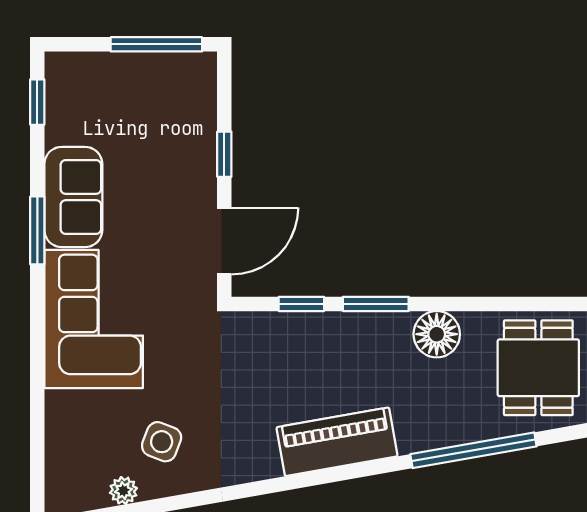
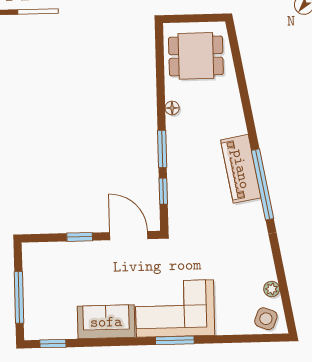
window: (156, 44) -> (19, 297), moved
window: (37, 230) -> (175, 340), moved
floor lamp: (437, 334) -> (172, 108), width x0.53, depth x0.53
side table: (162, 442) -> (266, 319), moved
window: (473, 450) -> (262, 184), moved

